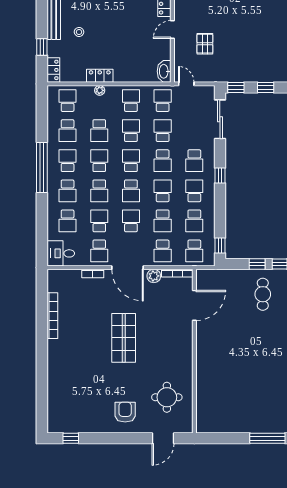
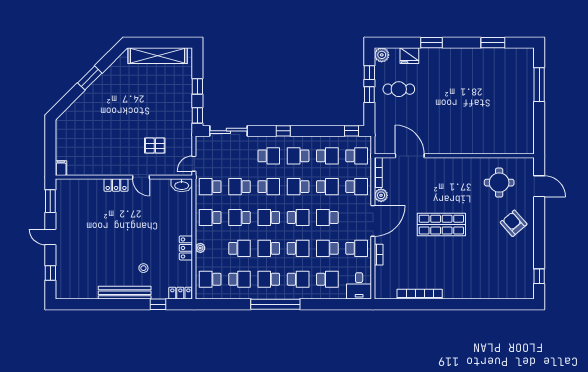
armchair: (125, 412) -> (514, 223), turned 49

